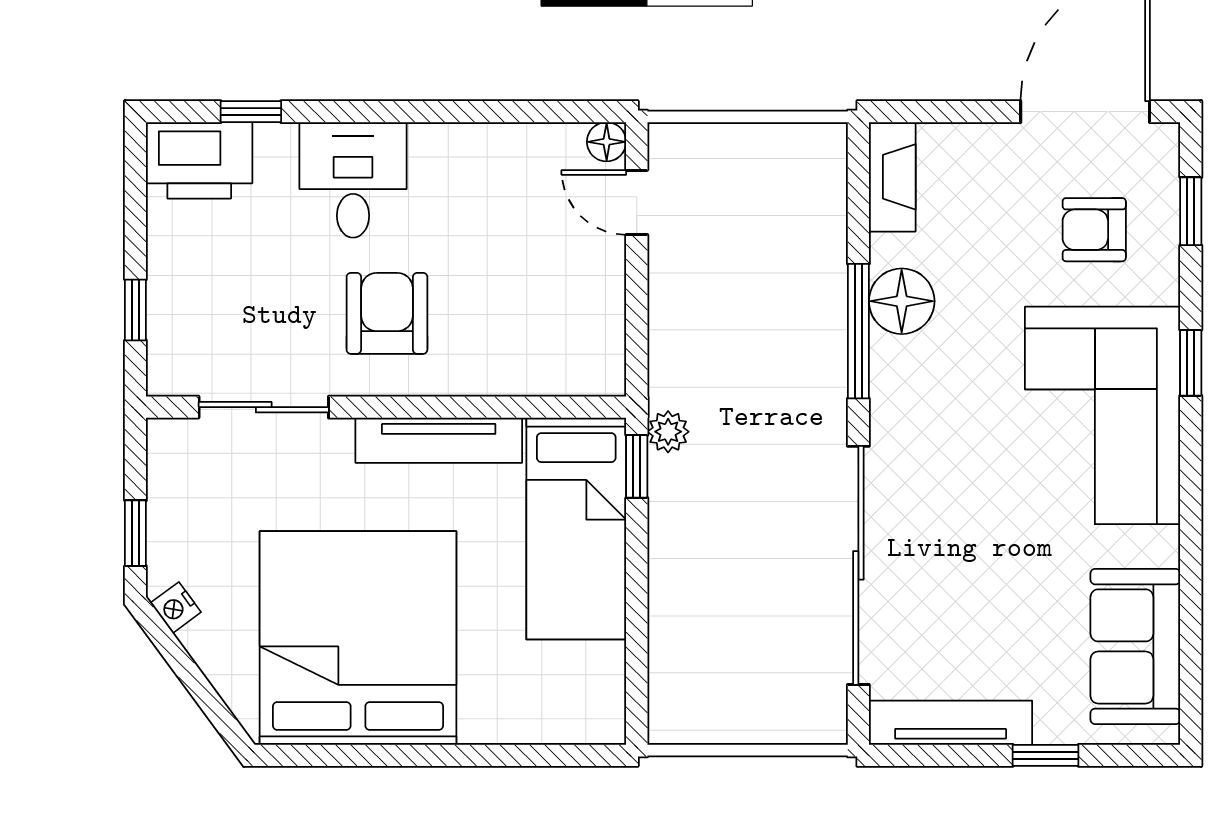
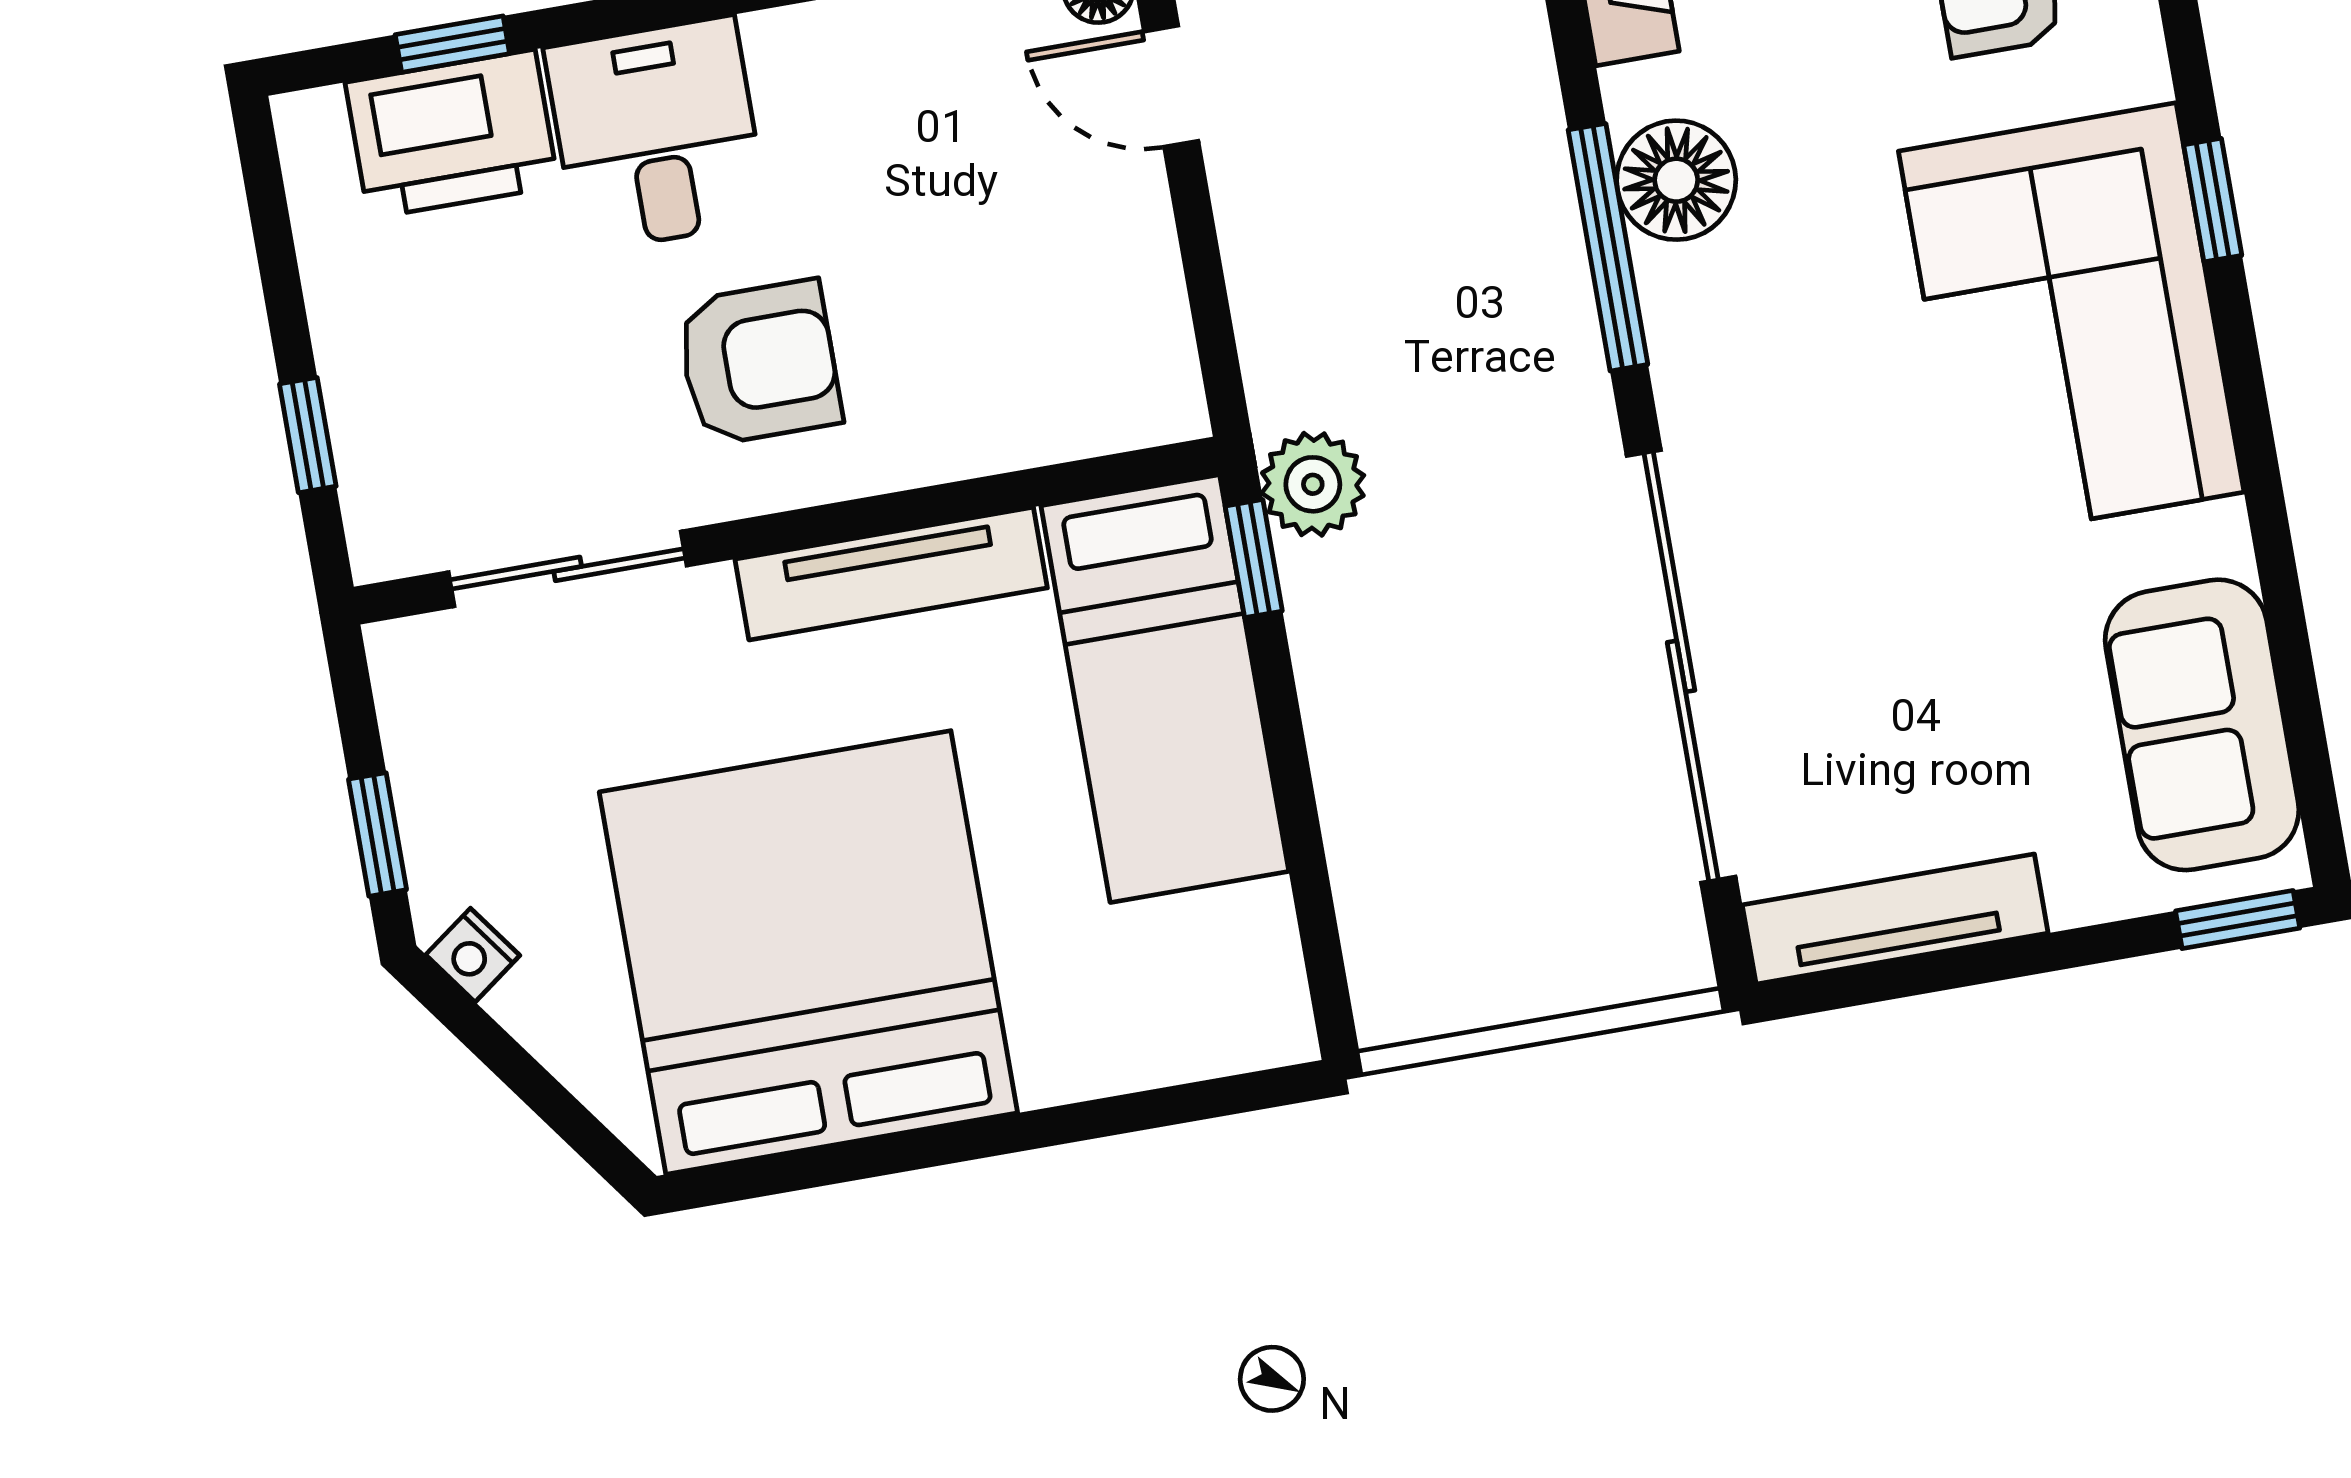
printer: (199, 160) -> (452, 134), moved
armchair: (387, 313) -> (759, 363), turned 90
plant: (668, 432) -> (1313, 484), width x1.38, depth x1.38
window: (1046, 755) -> (2238, 920), moved

